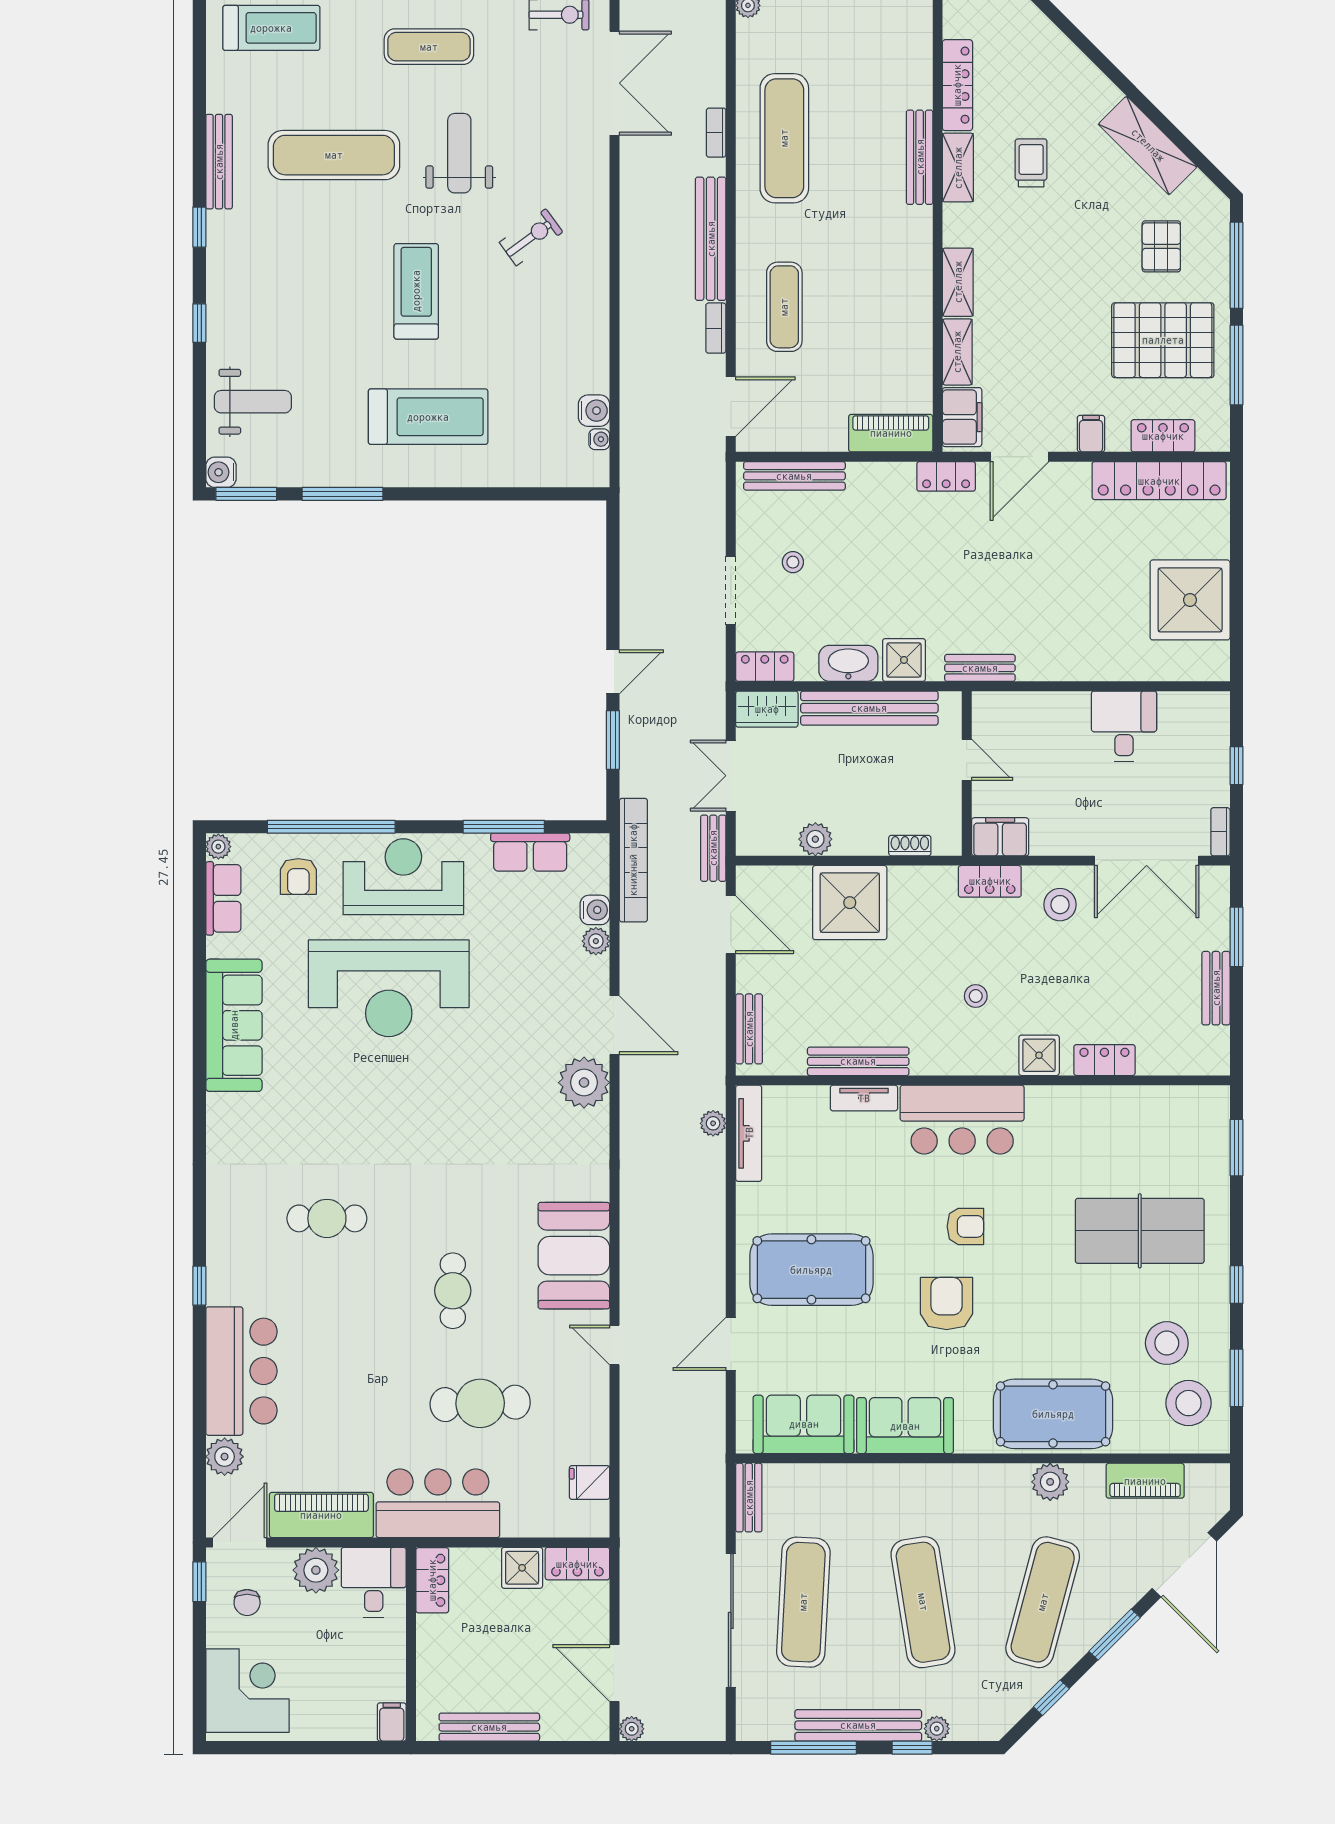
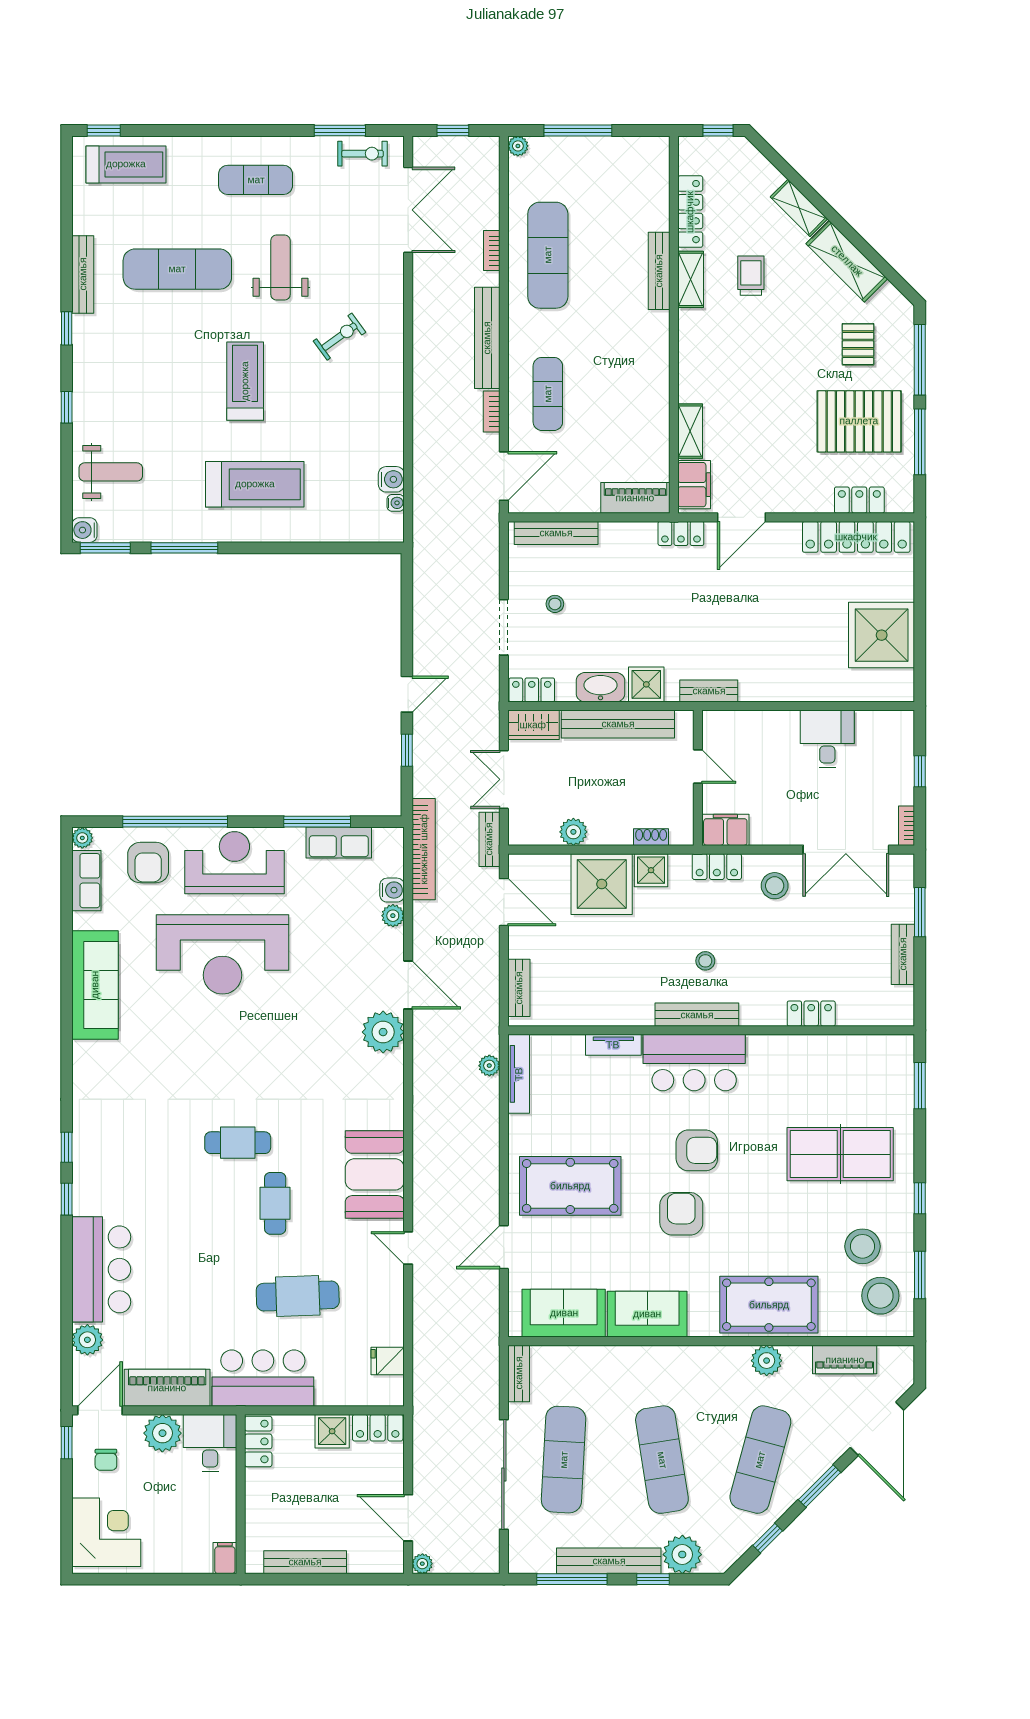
shelving: (958, 282) -> (799, 208), moved, turned -45
filing cabinet: (1091, 434) -> (800, 498), removed
window: (613, 740) -> (407, 750), width x0.67
armchair: (298, 876) -> (148, 863), width x1.38, depth x1.38
shower: (1039, 1055) -> (651, 870), moved
bench: (858, 1061) -> (697, 1015), moved
cafe table: (327, 1218) -> (238, 1143), moved
window: (199, 1223) -> (67, 1147), added
armchair: (965, 1226) -> (697, 1150), width x1.38, depth x1.38
plant: (937, 1729) -> (682, 1555), width x1.87, depth x1.87

